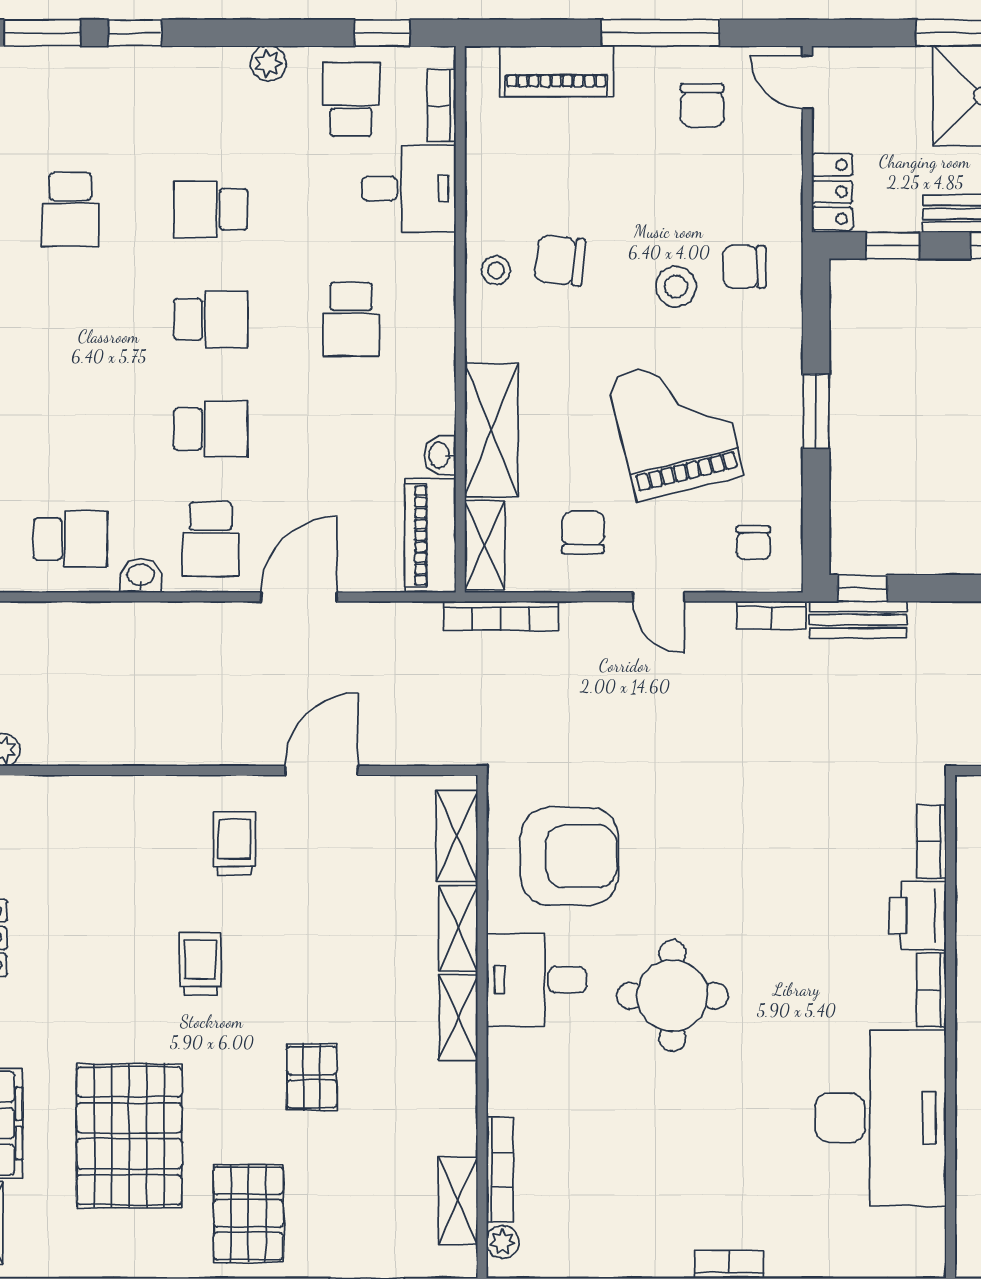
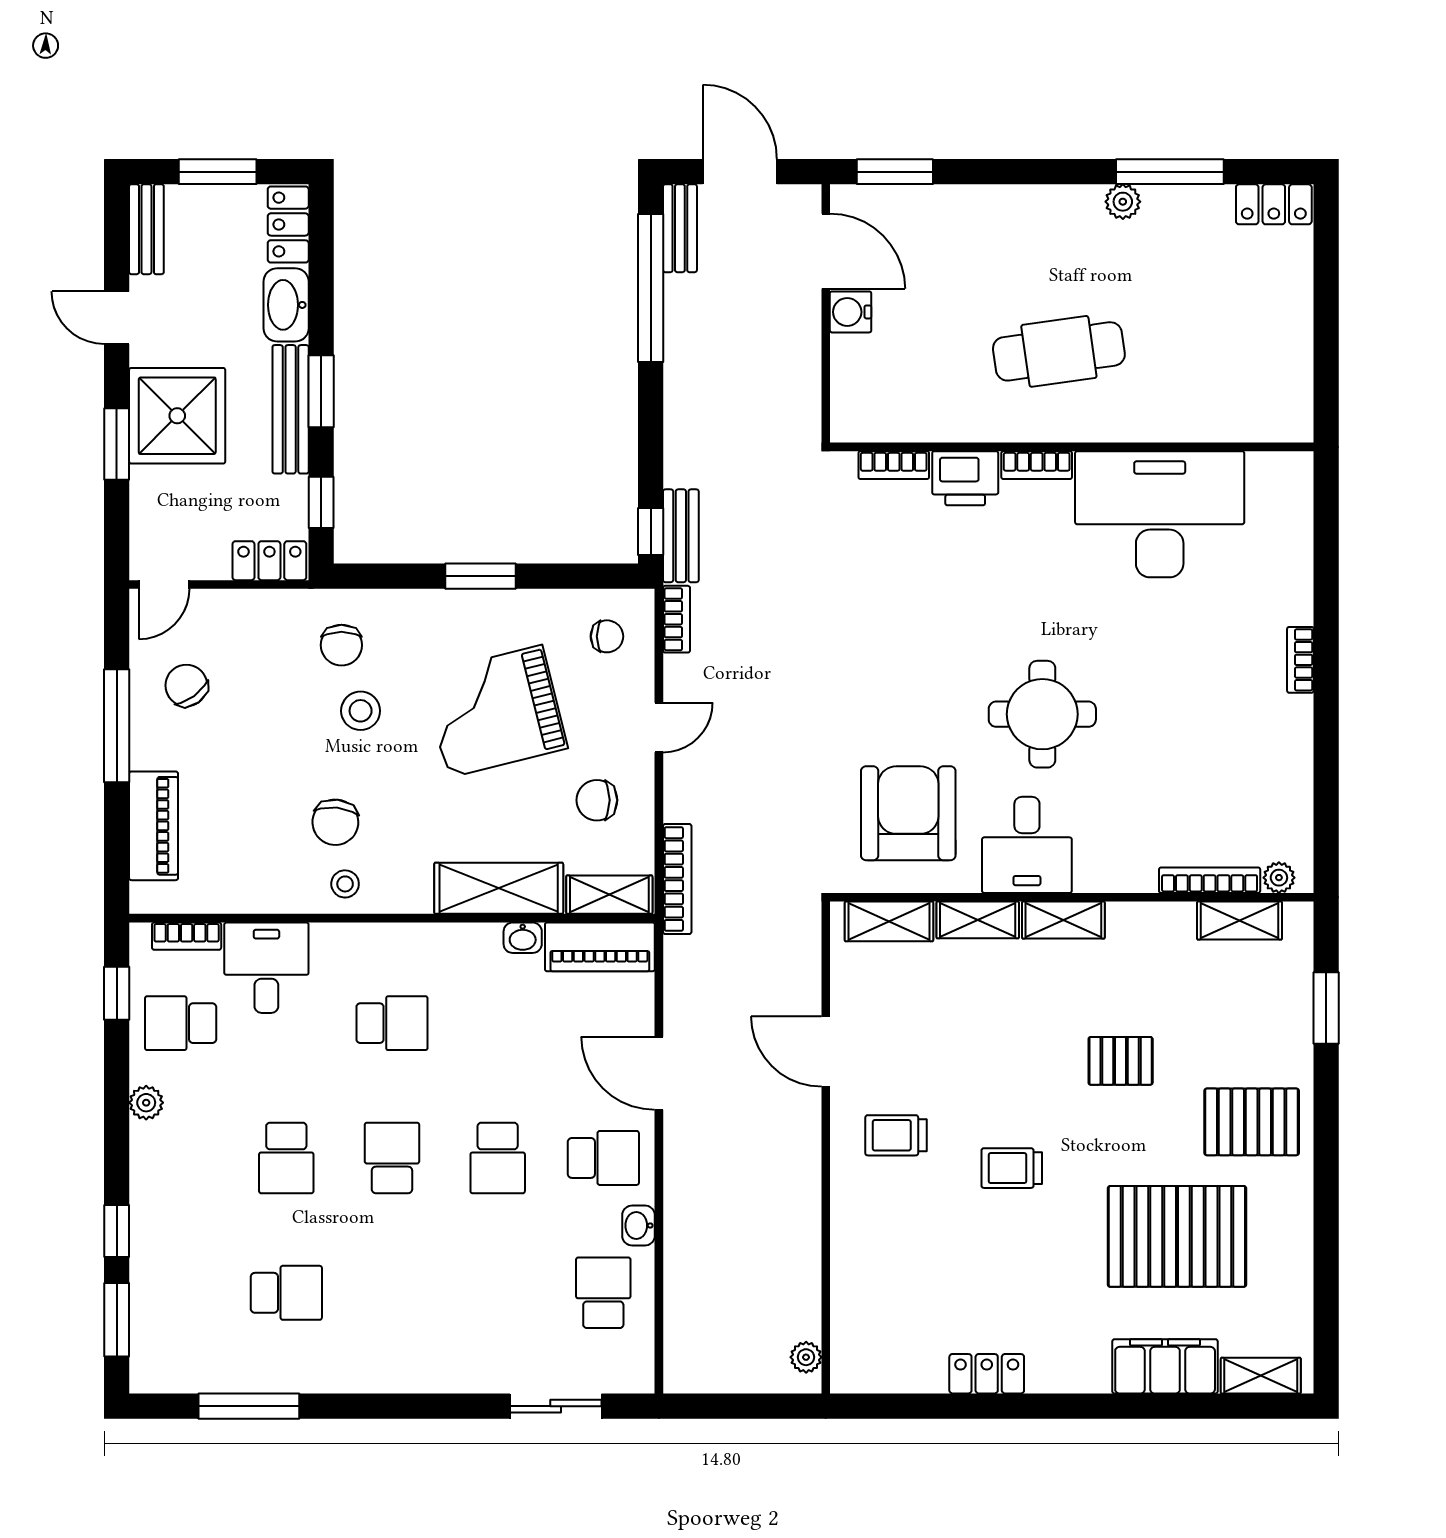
chair: (702, 105) -> (186, 685), turned -126
school desk: (211, 429) -> (498, 1158), turned 180

